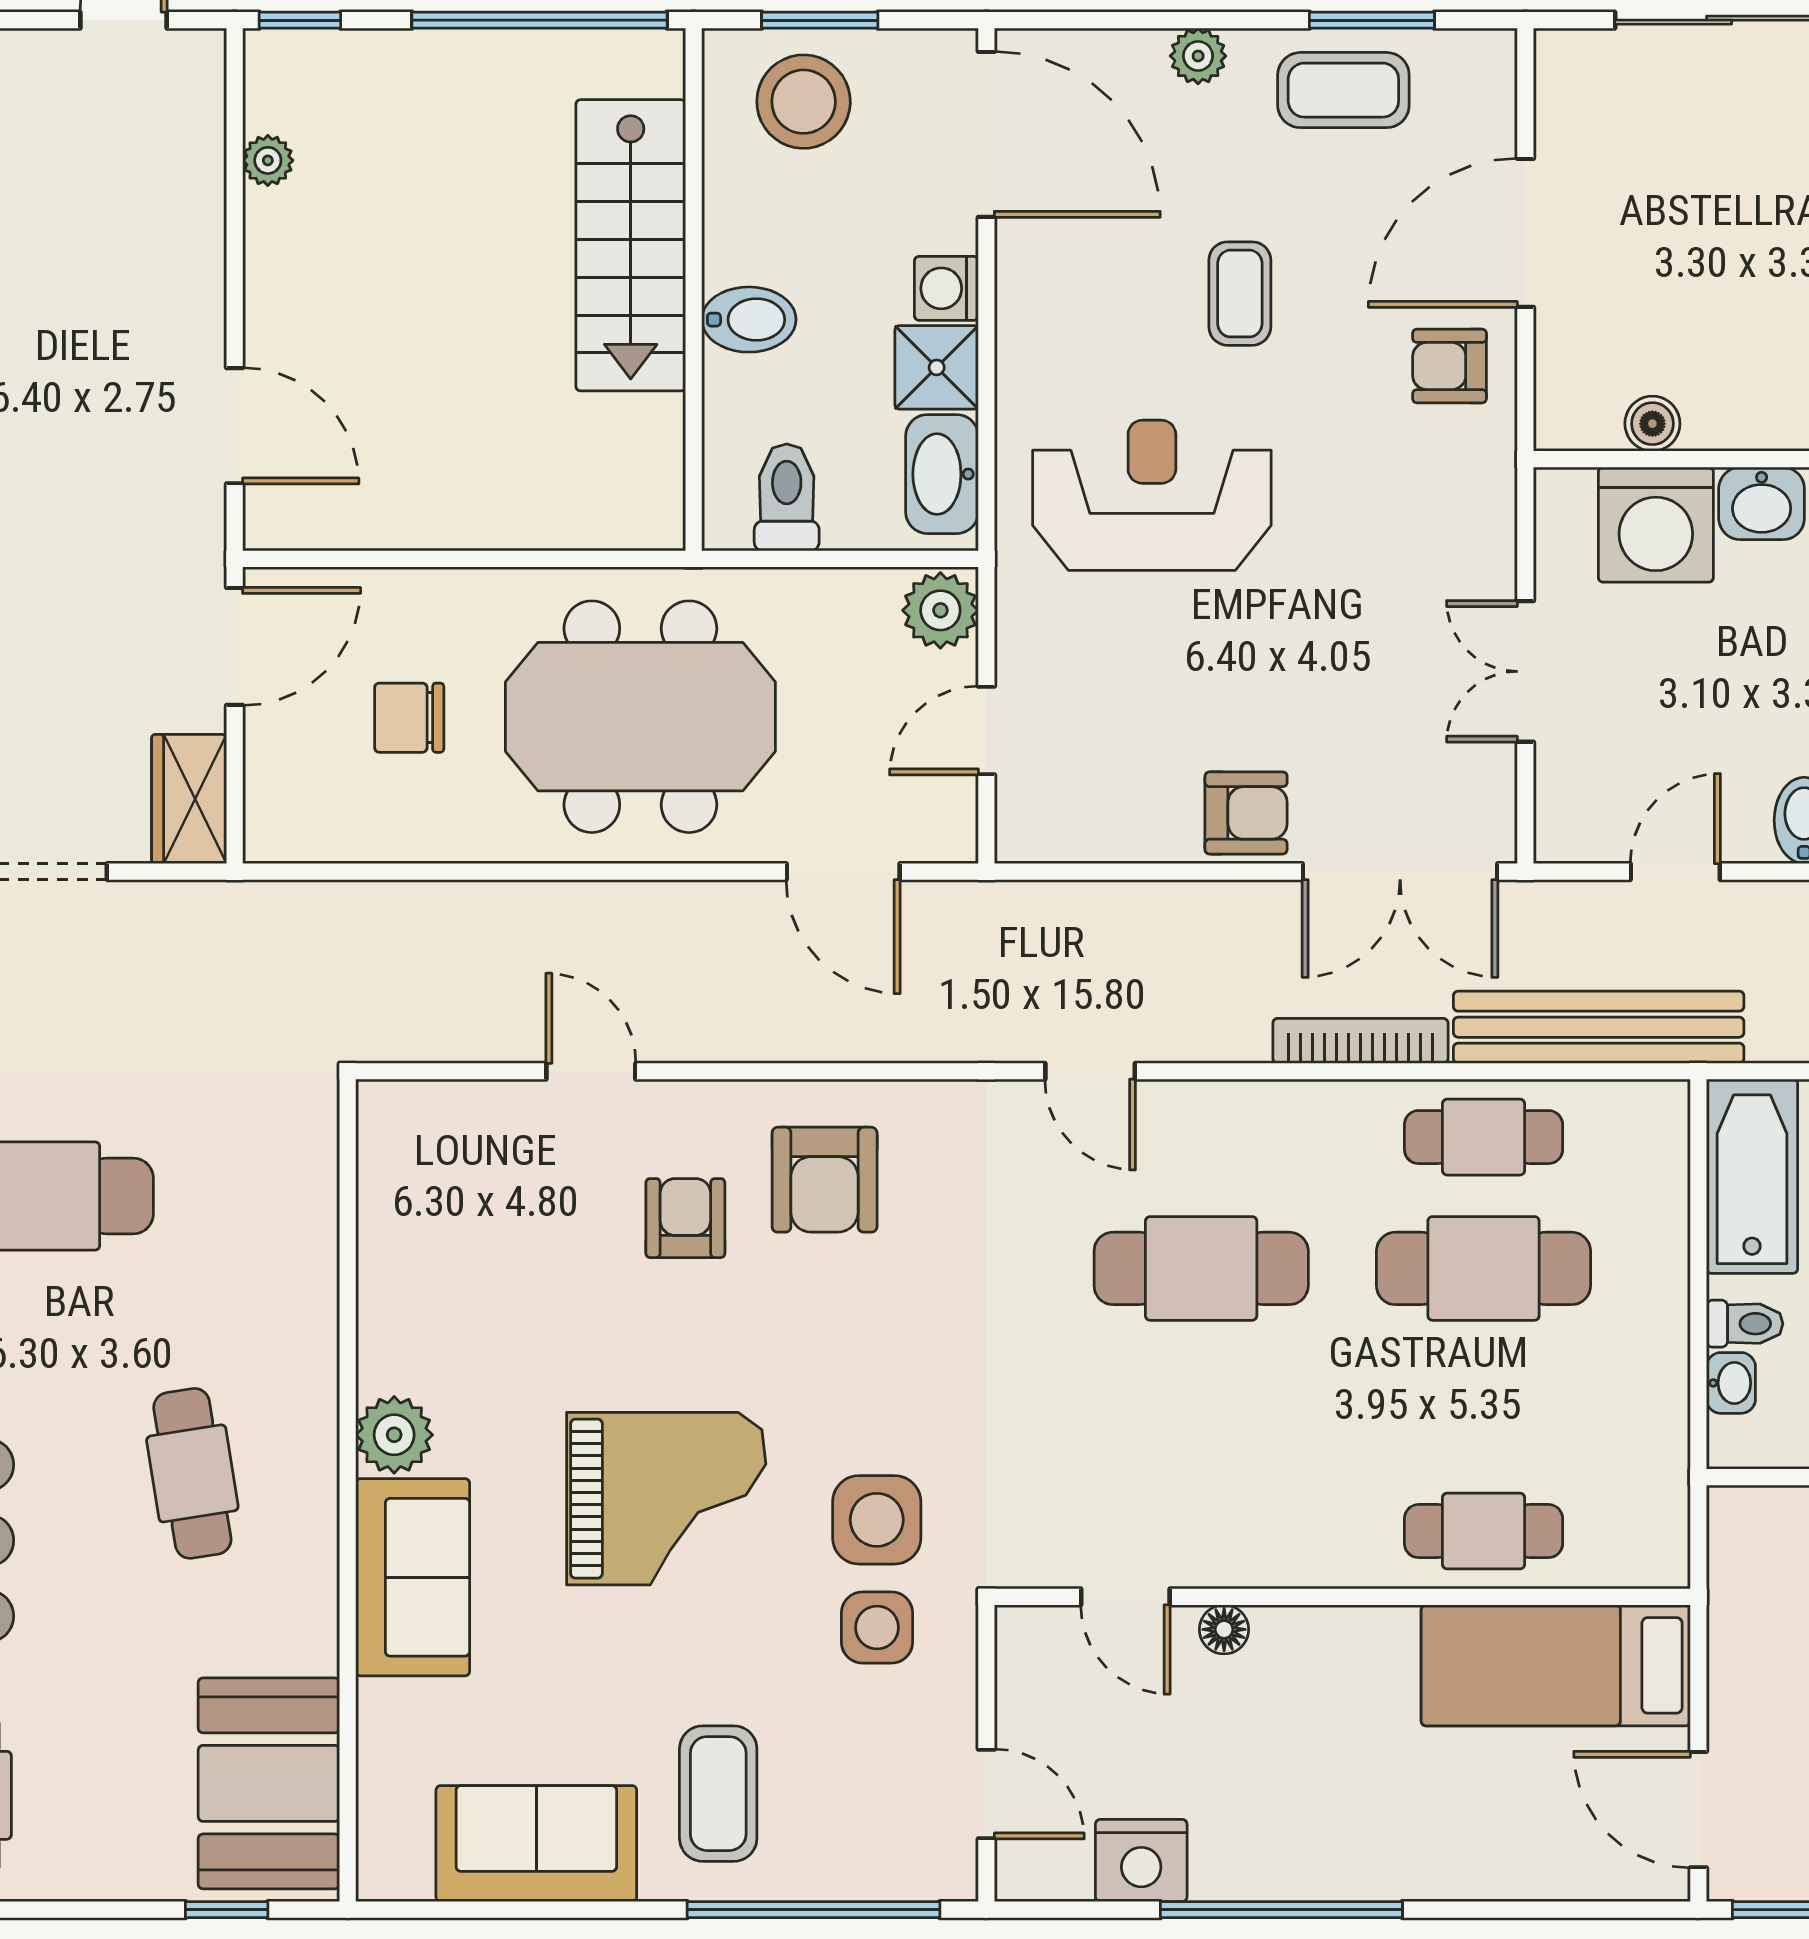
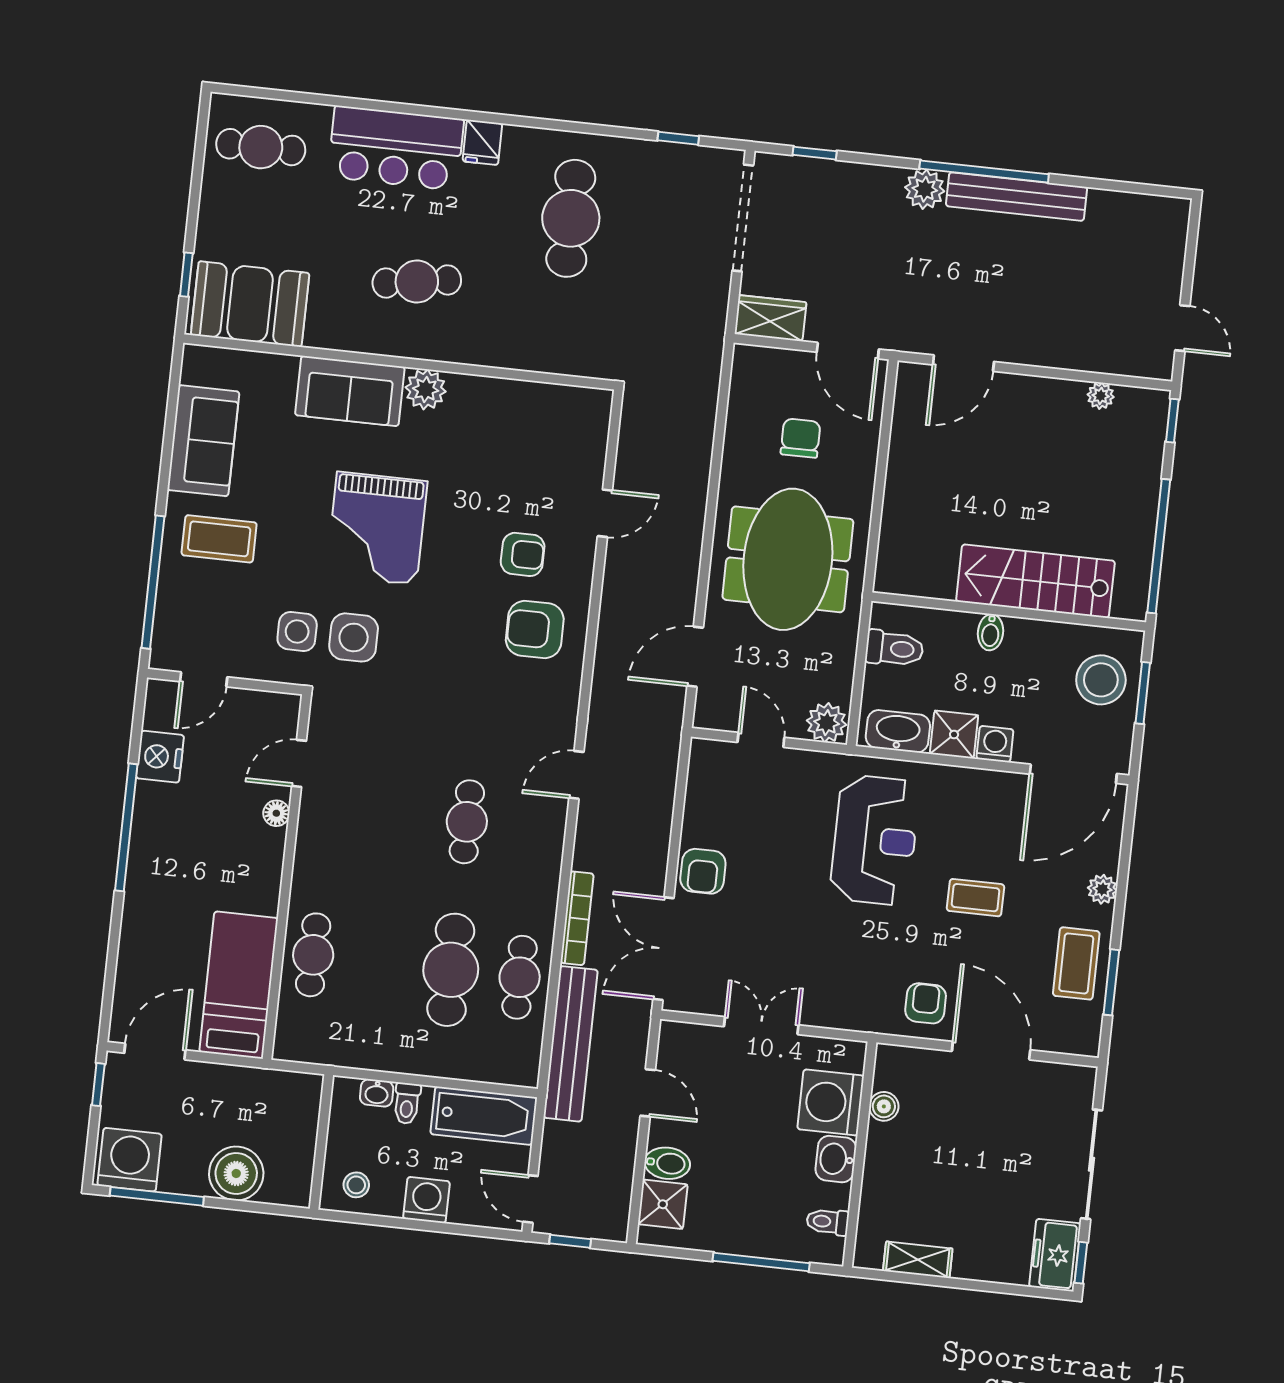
bidet: (749, 320) -> (991, 632), width x0.72, depth x0.74
cafe table: (1201, 1268) -> (467, 822), width x0.73, depth x0.74

